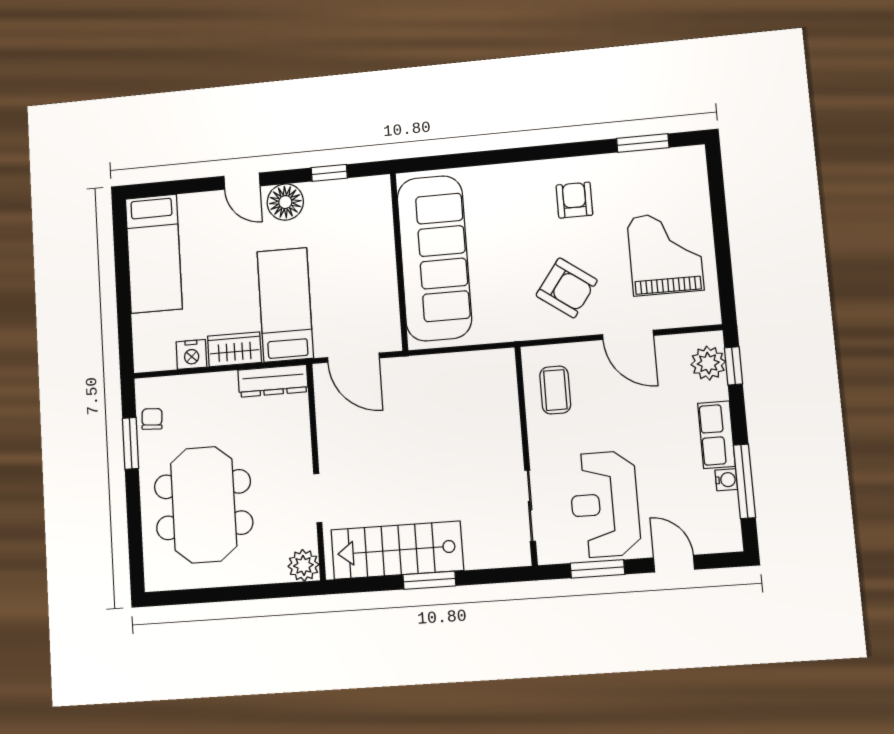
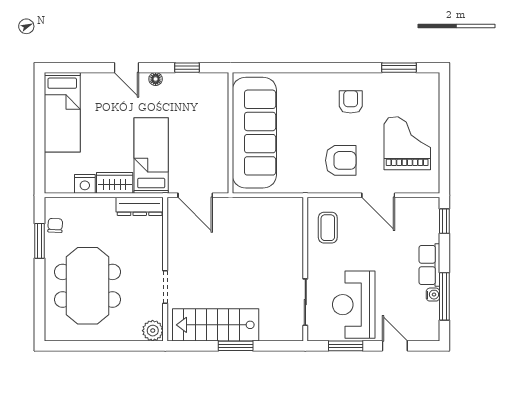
floor lamp: (285, 202) -> (156, 79), width x0.53, depth x0.53
armchair: (567, 288) -> (341, 160), turned -36
plant: (708, 363) -> (428, 218), removed

